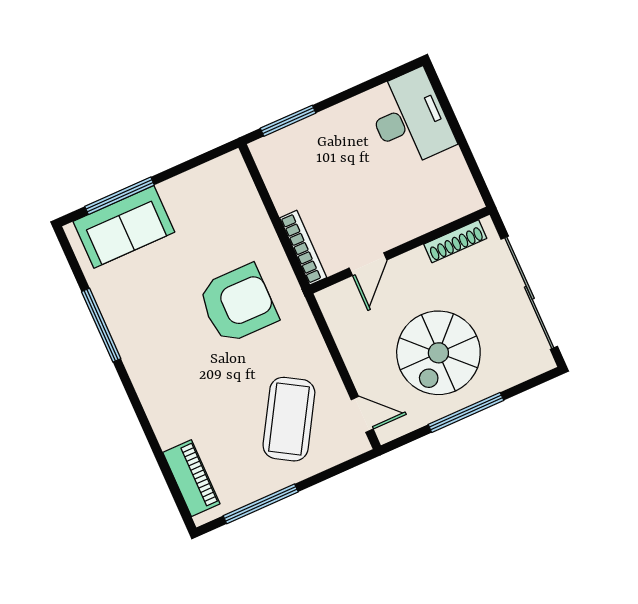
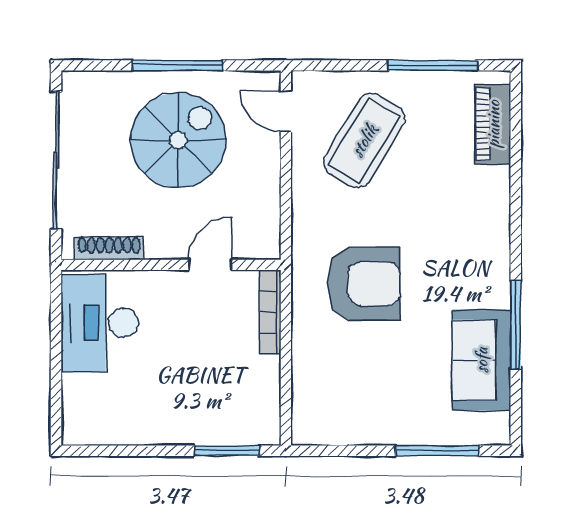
desk: (410, 119) -> (100, 323), moved
sofa: (124, 227) -> (481, 360), moved, turned -90
armchair: (238, 304) -> (364, 284), turned 180

